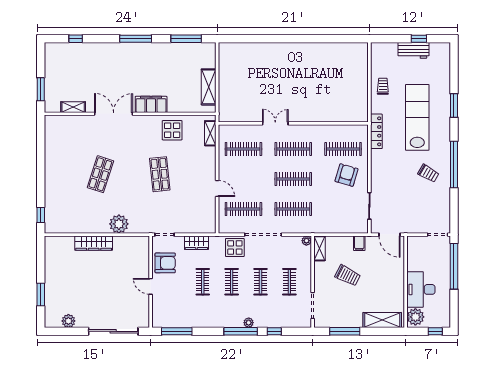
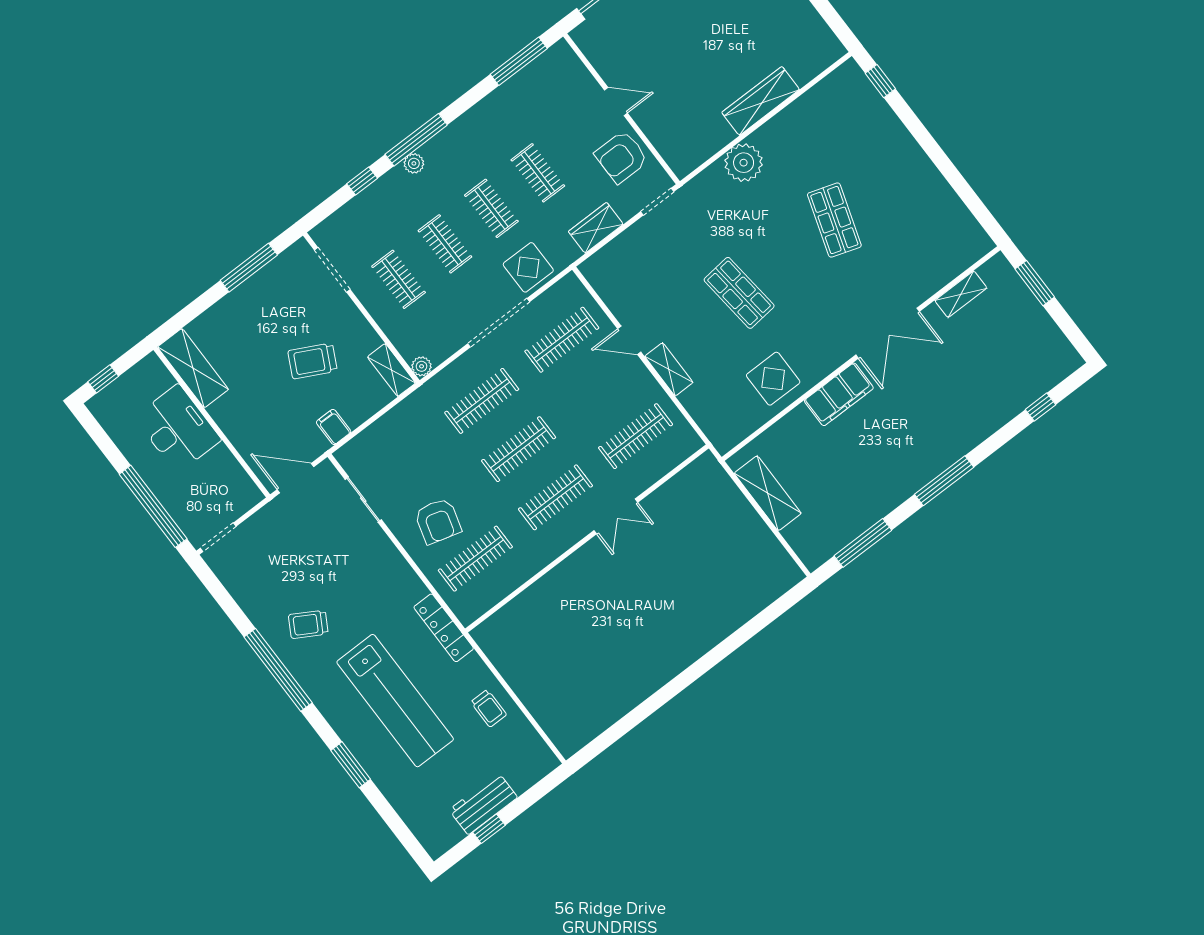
shelving: (210, 133) -> (669, 369), moved
plant: (415, 317) -> (153, 378), removed
shelving: (382, 320) -> (193, 368), moved, turned 90

